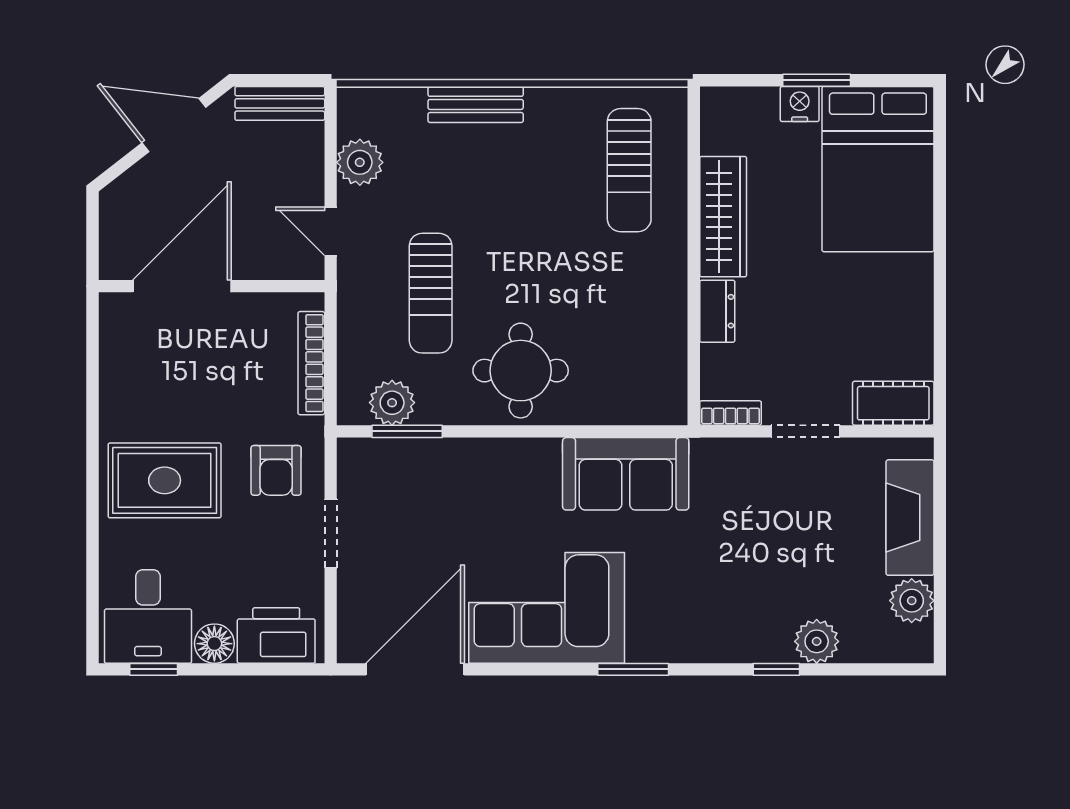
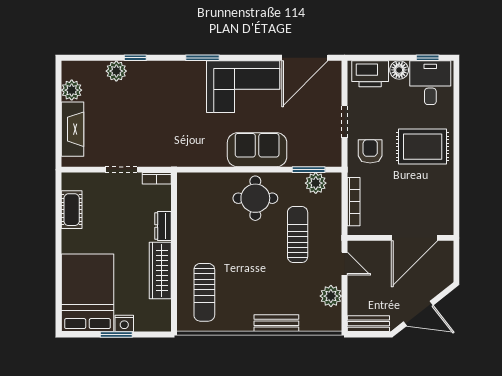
sun lounger: (629, 170) -> (204, 292), turned 180
cot: (893, 403) -> (72, 210), moved, turned 90
sofa: (626, 474) -> (257, 150), moved

